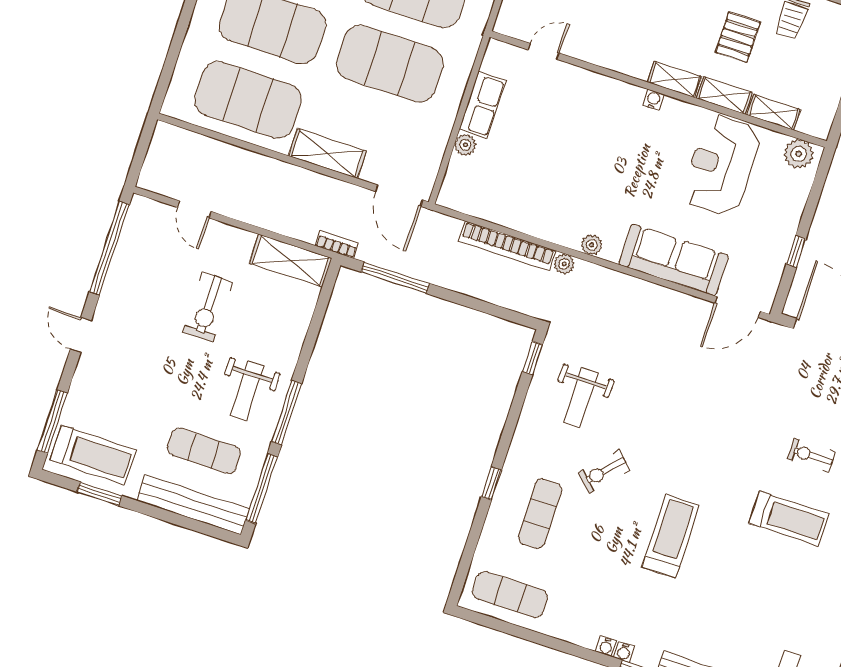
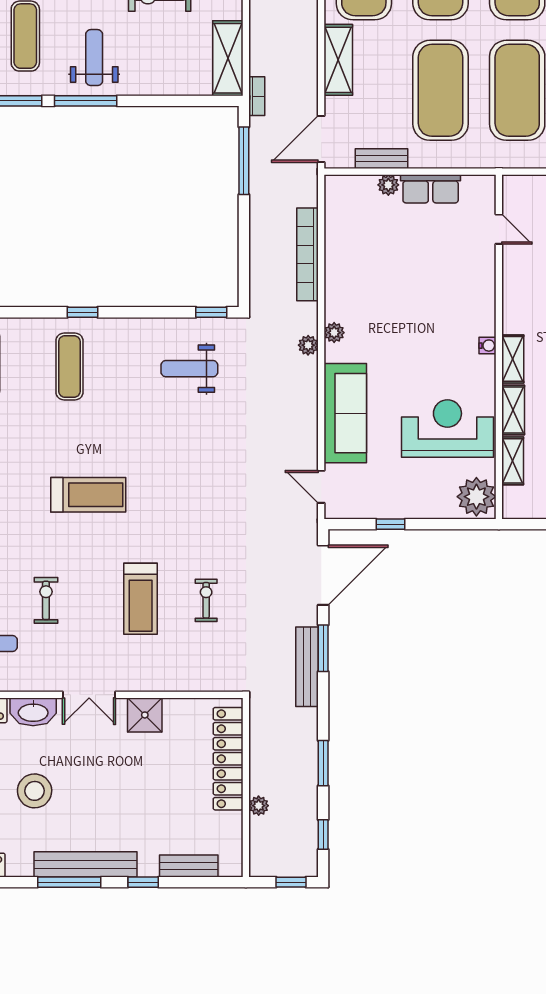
bench: (437, 143) -> (381, 159), added
plant: (799, 154) -> (476, 497), width x1.36, depth x1.36
plant: (564, 264) -> (308, 345), moved
door: (738, 307) -> (321, 487), width x0.73
weight bench: (247, 391) -> (94, 58), turned 90
exercise bike: (604, 472) -> (46, 600), moved, turned 47
exercise mat: (540, 514) -> (69, 366), turned 90

